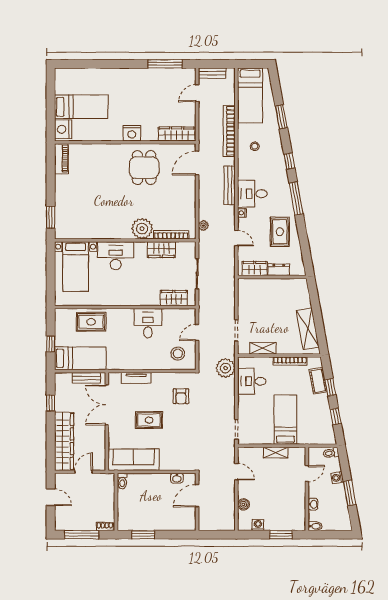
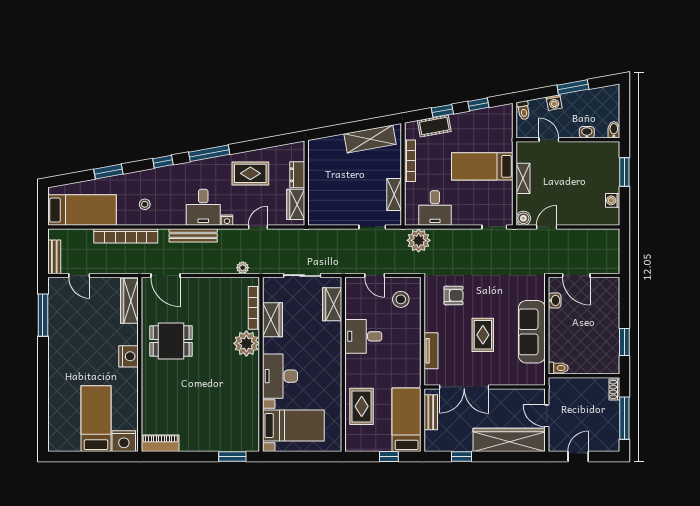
sofa: (134, 460) -> (532, 332), moved
boiler: (243, 504) -> (523, 218), moved

